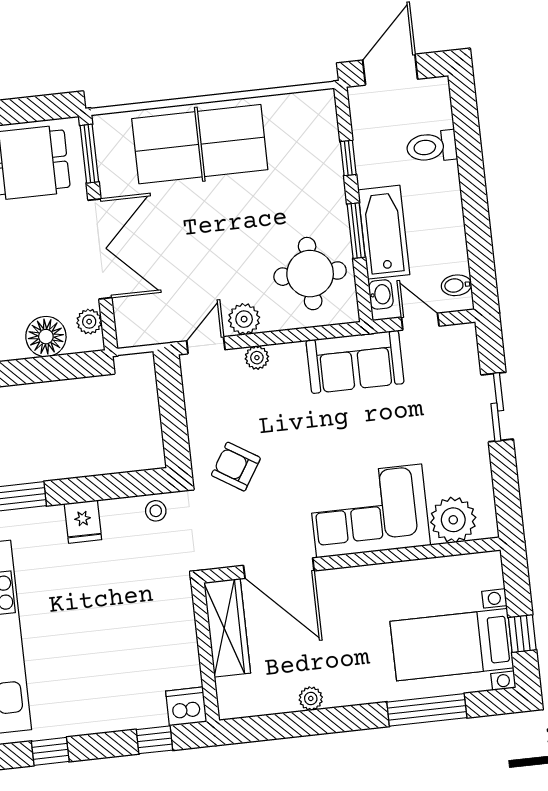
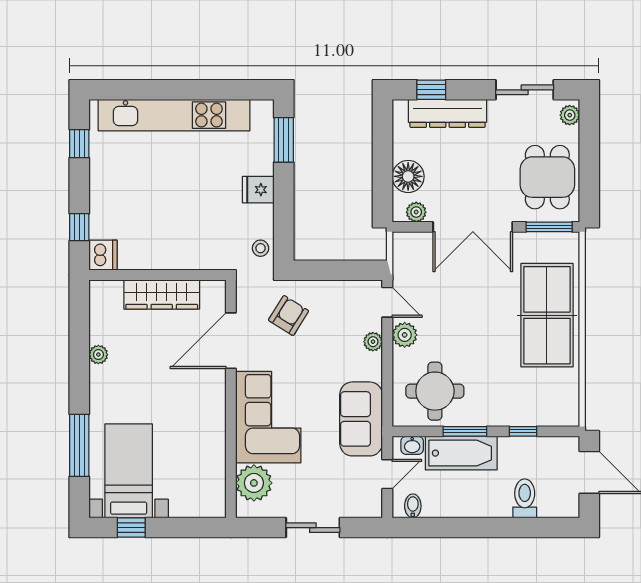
corner sofa: (369, 511) -> (268, 417), moved
plant: (453, 520) -> (254, 483), moved
wall: (352, 560) -> (231, 399), moved
door: (279, 568) -> (231, 341), moved

